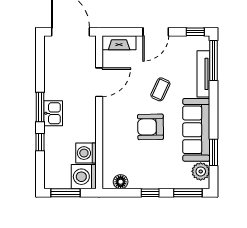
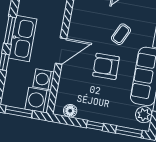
door: (99, 82) -> (61, 51), moved
kitchen sink: (53, 113) -> (23, 39), width x1.87, depth x1.24

